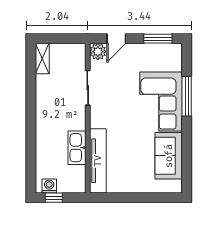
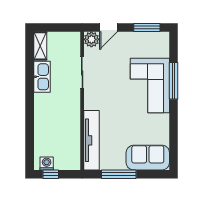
kitchen sink: (77, 148) -> (42, 77), moved, turned 180
sofa: (169, 156) -> (148, 158), moved, turned 90
window: (127, 198) -> (119, 174), added

